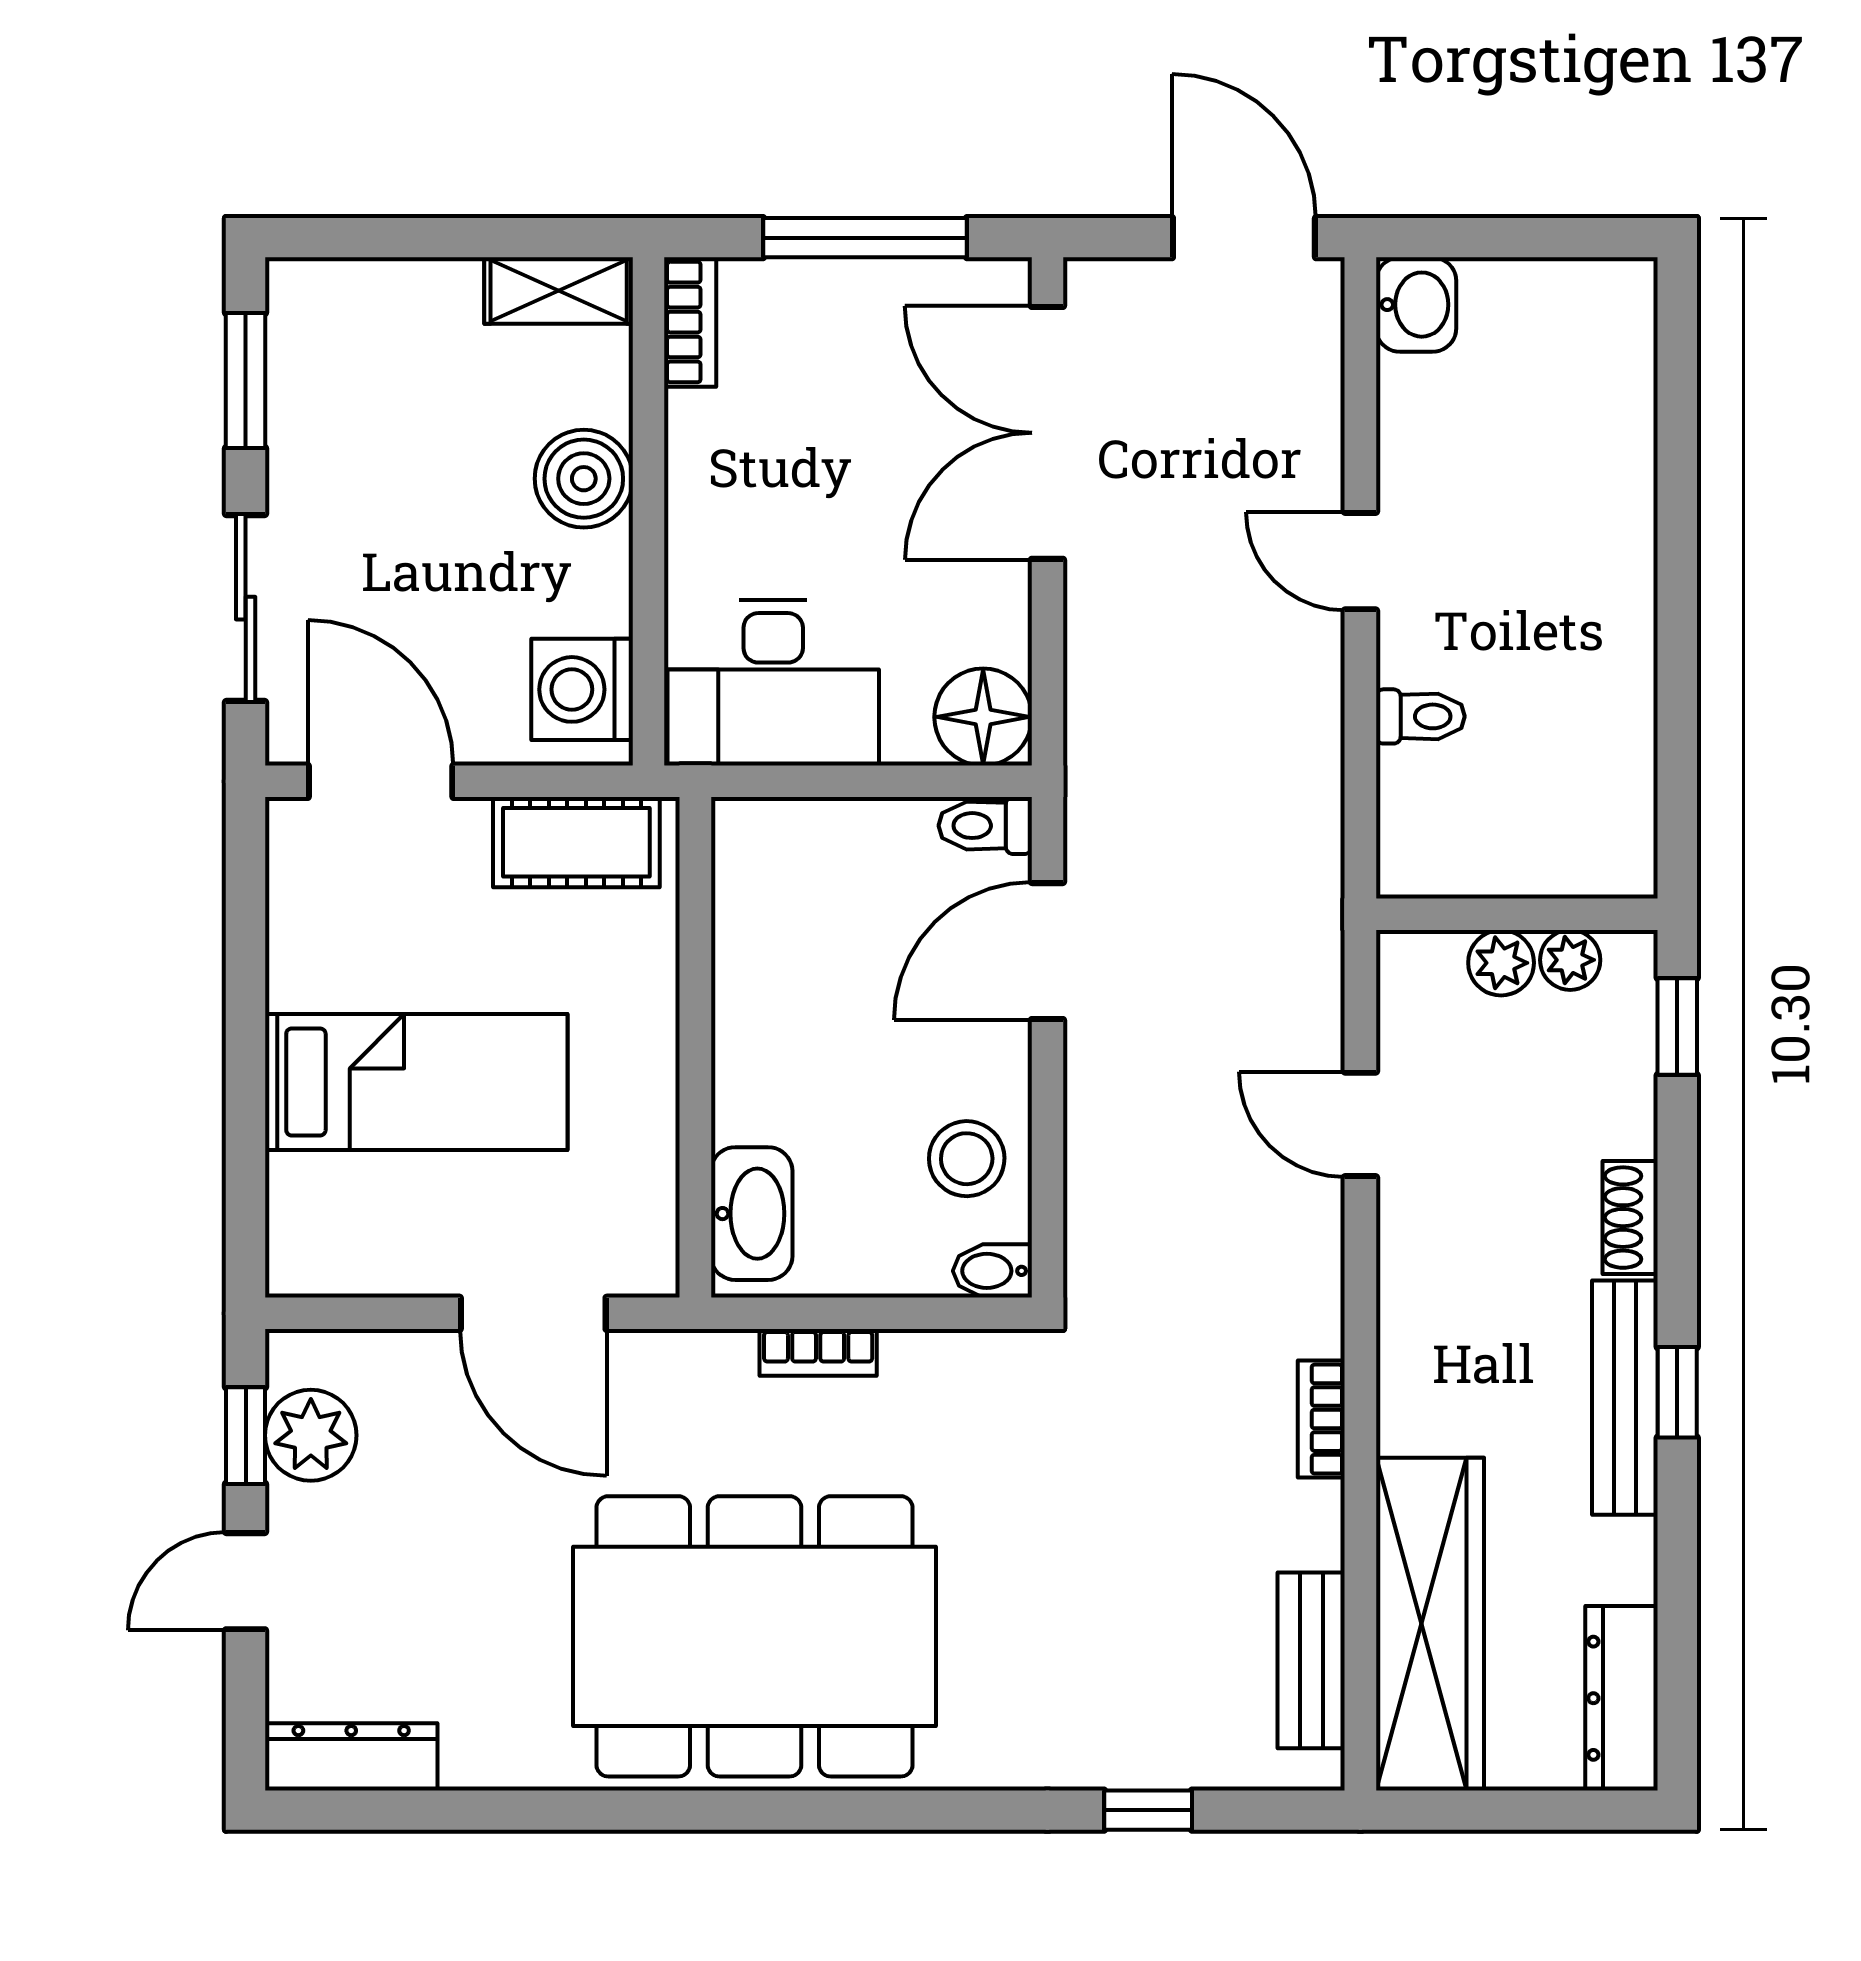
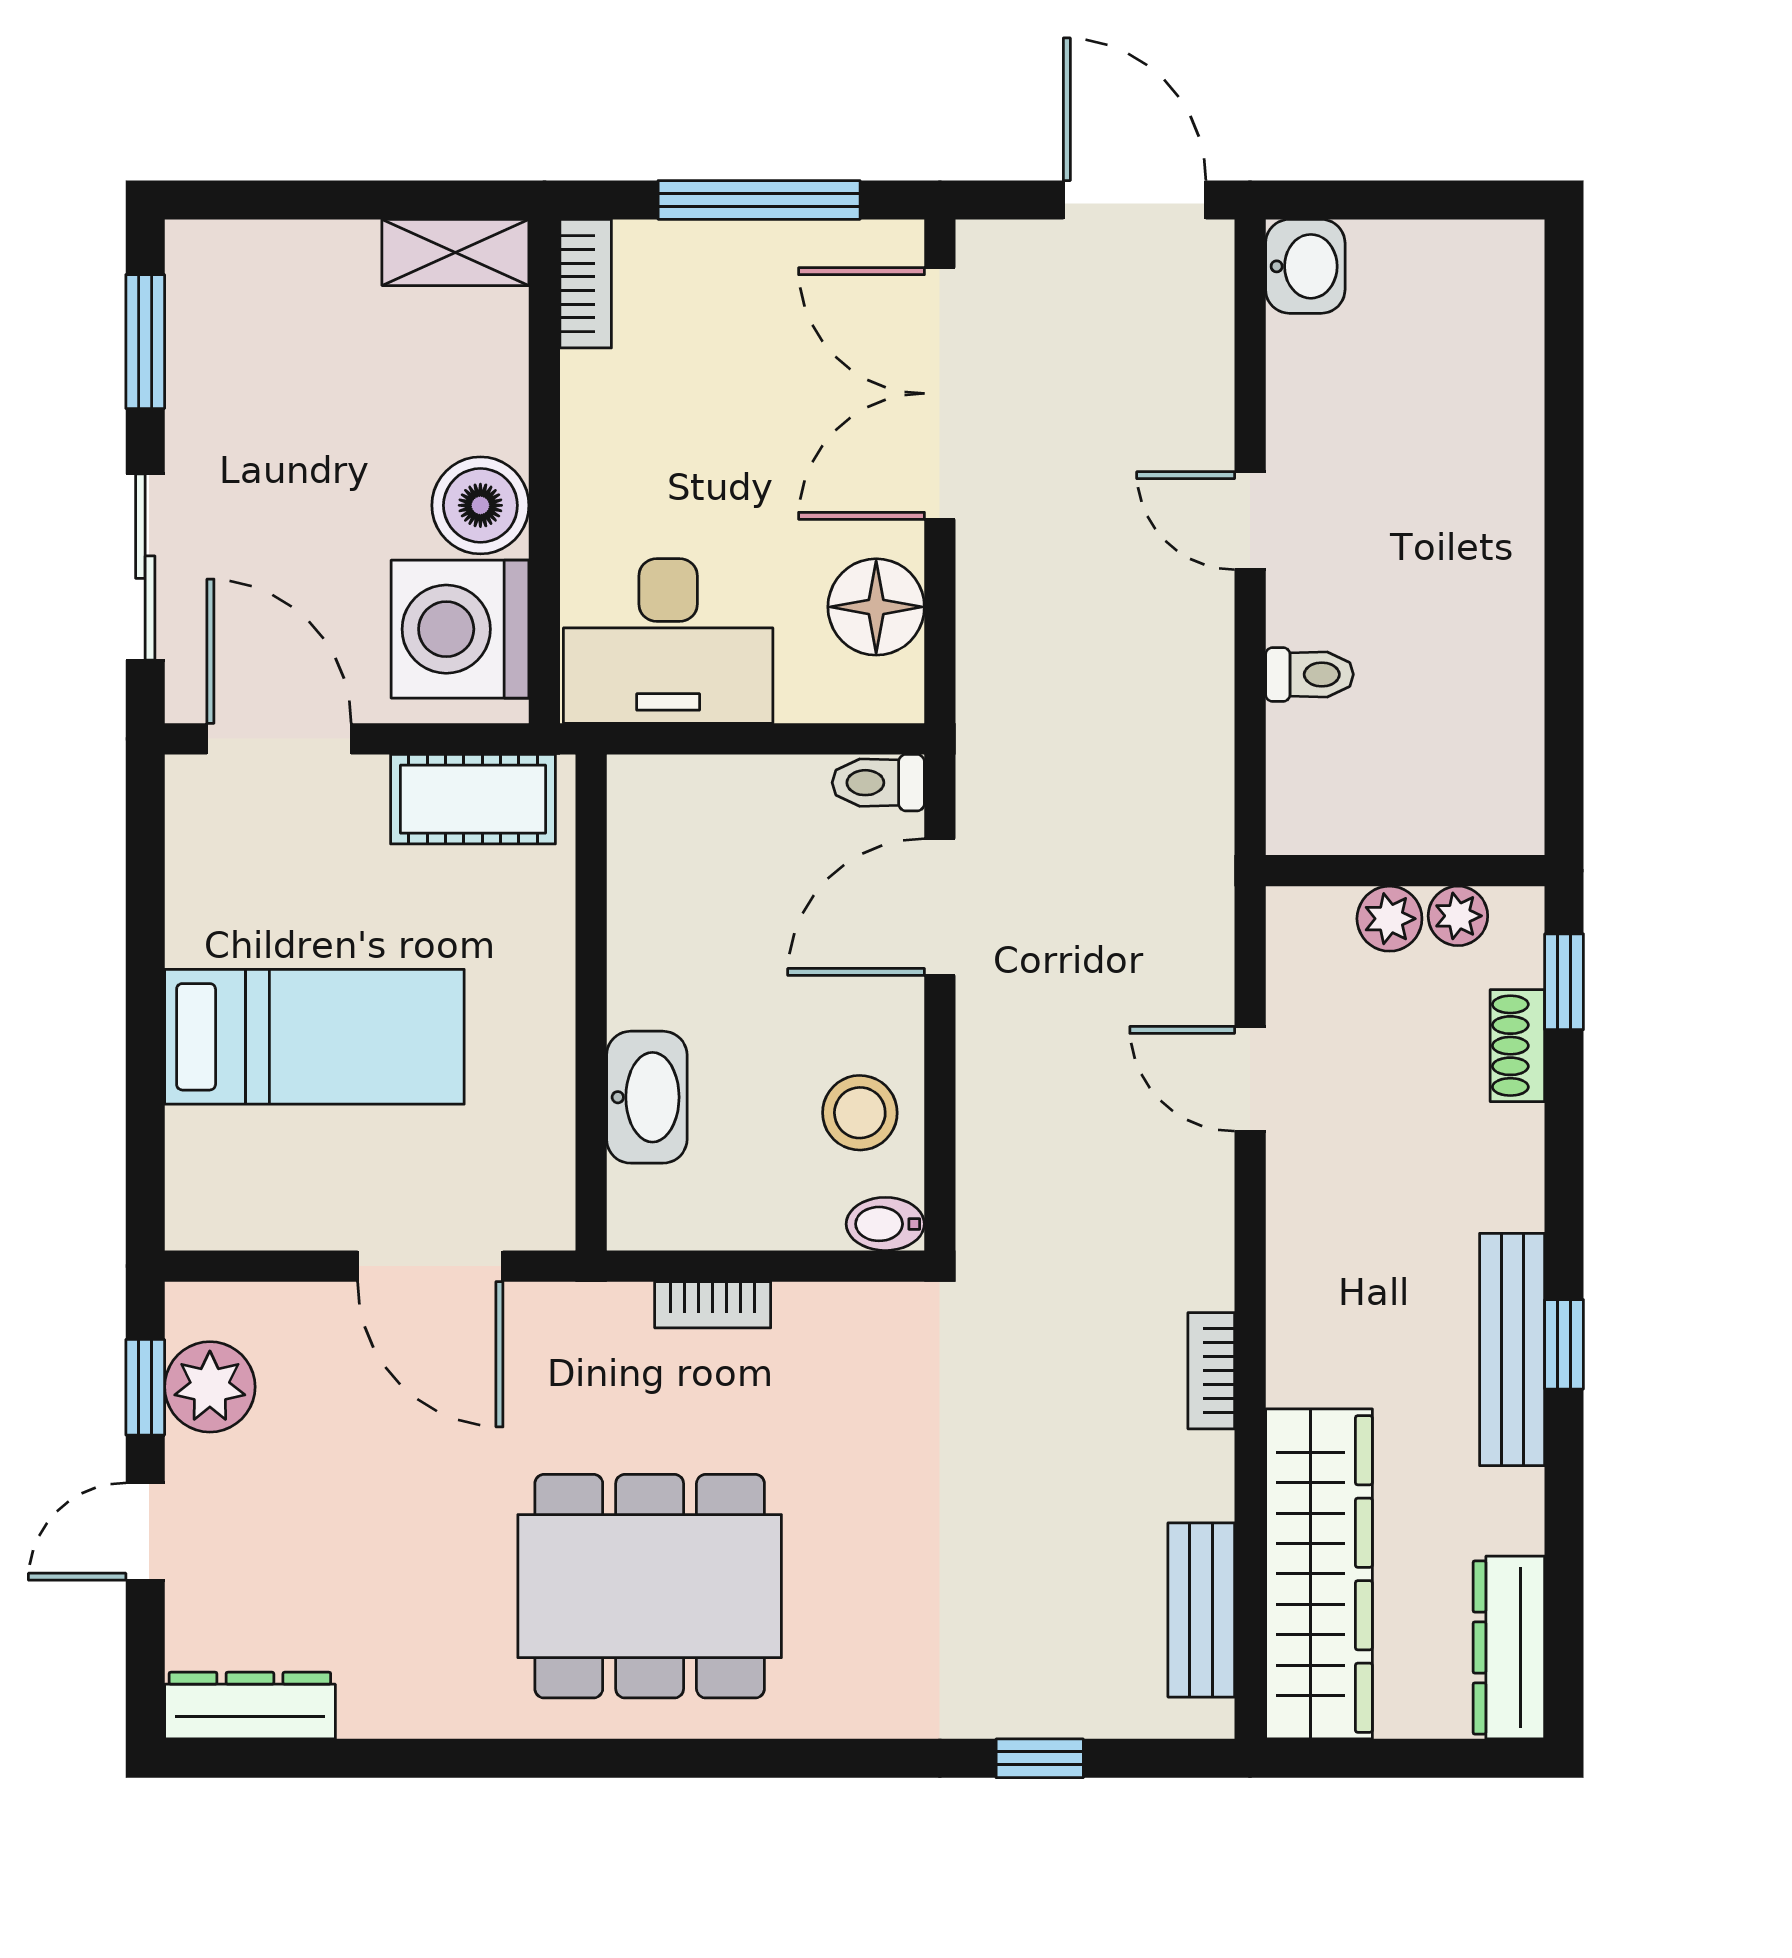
boiler: (584, 479) -> (480, 505), moved
washing machine: (582, 689) -> (460, 629), width x1.37, depth x1.37
floor lamp: (983, 717) -> (876, 607), moved
washbasin: (752, 1214) -> (647, 1097), moved
shoe rack: (1630, 1218) -> (1517, 1046), moved
dining table: (755, 1636) -> (650, 1586), width x0.73, depth x0.80

